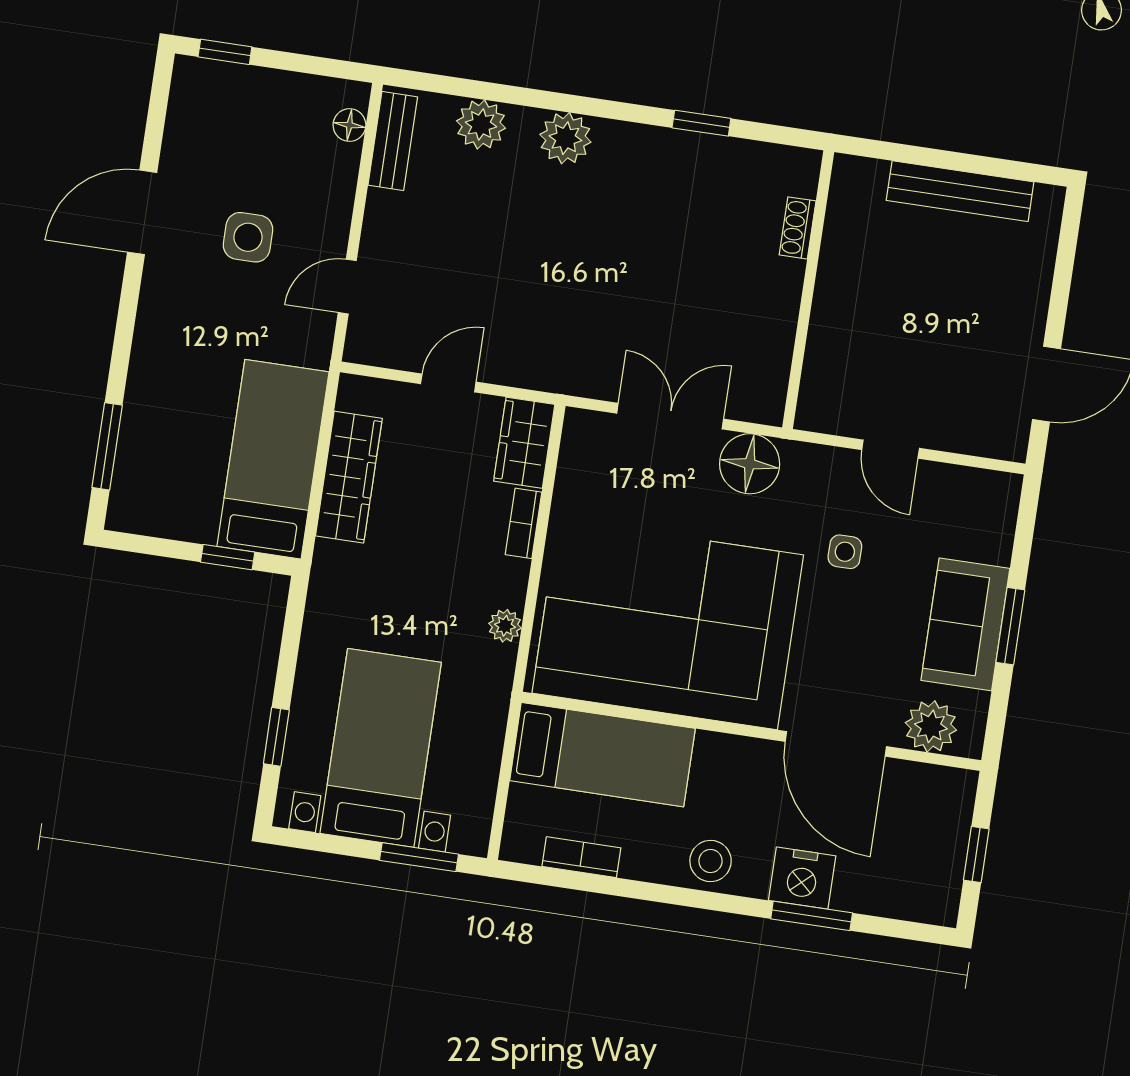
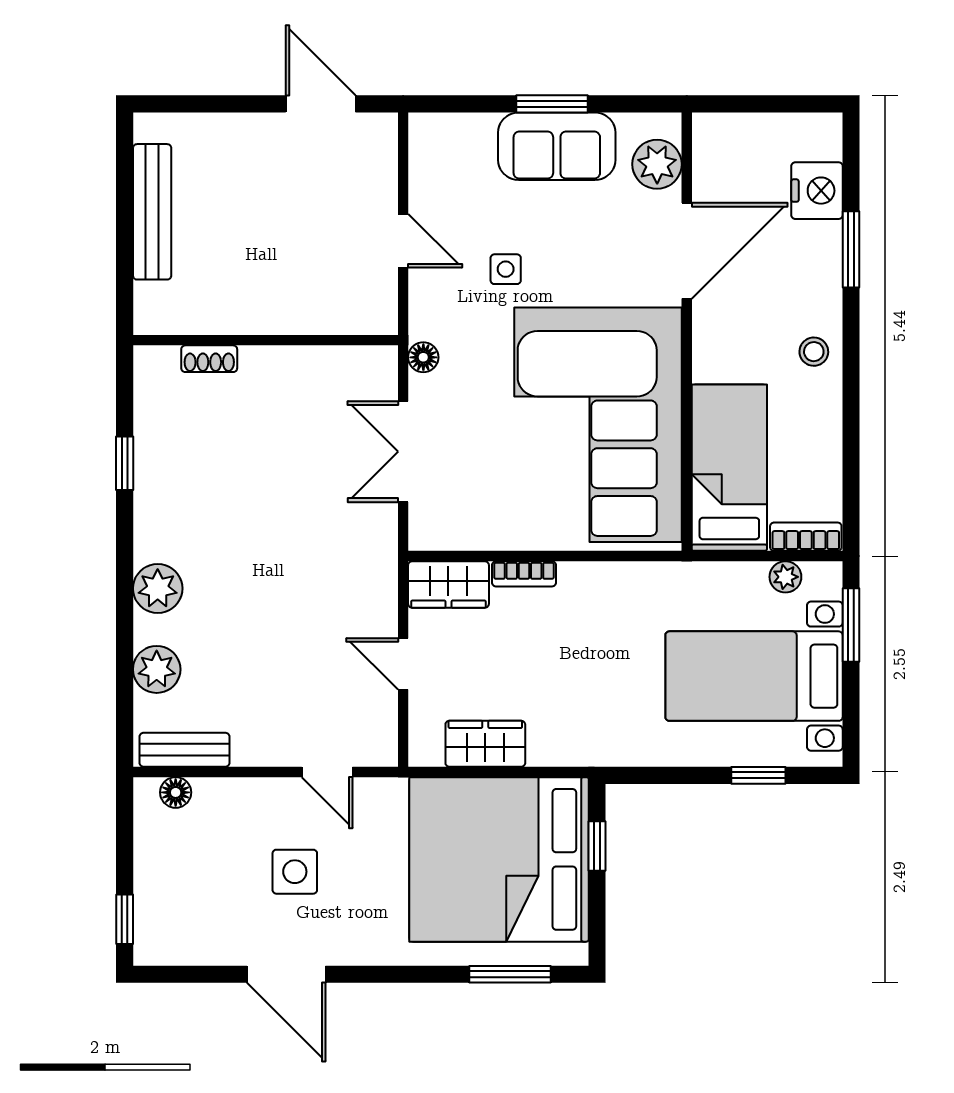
door: (891, 449) -> (403, 241), hinge flipped
bed: (273, 459) -> (499, 859), width x2.04
floor lamp: (750, 464) -> (423, 357), width x0.53, depth x0.53
wardrobe: (349, 477) -> (485, 744), width x0.67
plant: (505, 626) -> (785, 577), moved
window: (976, 854) -> (771, 104), removed
bookcase: (581, 857) -> (806, 537), moved, turned 90
stool: (711, 861) -> (814, 352), width x0.73, depth x0.73
nightstand: (802, 878) -> (817, 191), moved

